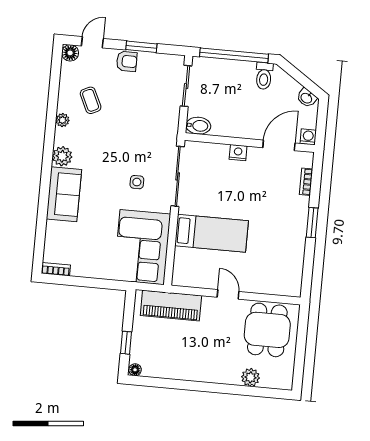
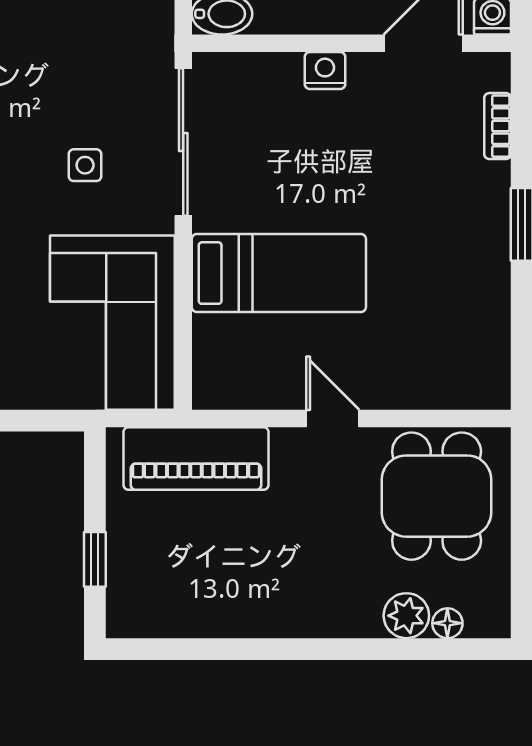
floor lamp: (135, 370) -> (447, 623), moved

